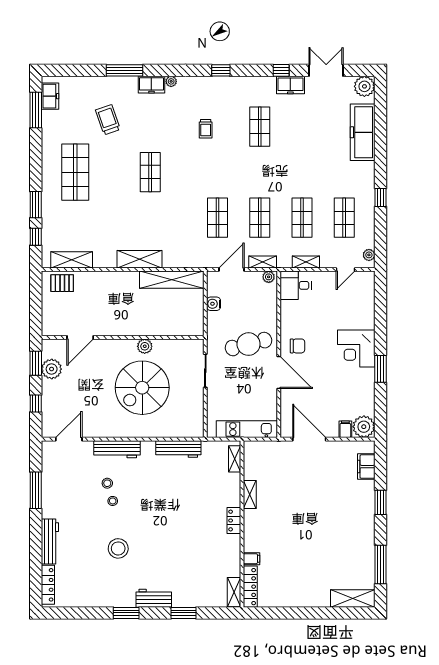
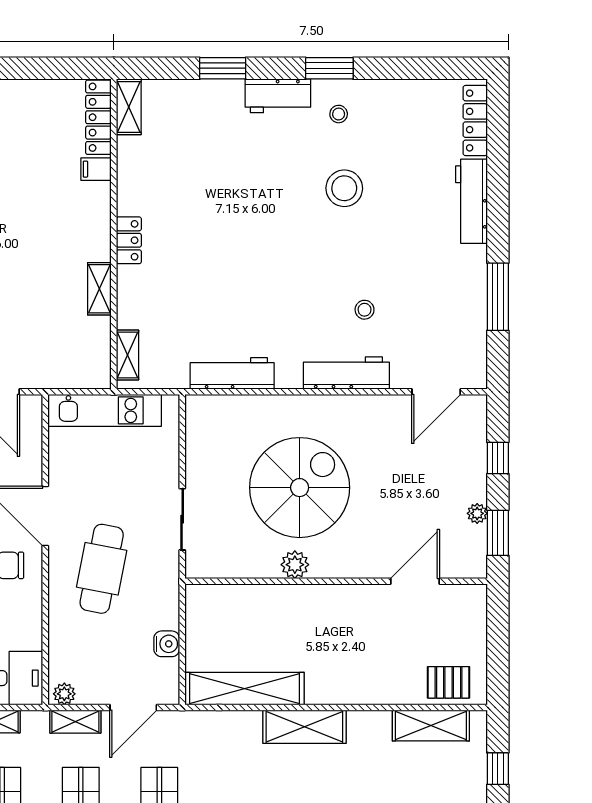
cafe table: (249, 344) -> (102, 569), turned -65
plant: (52, 369) -> (477, 513), width x0.53, depth x0.53
stool: (113, 501) -> (339, 114), moved

